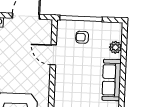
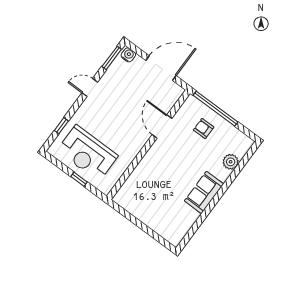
sofa: (112, 80) -> (204, 192), width x0.73

